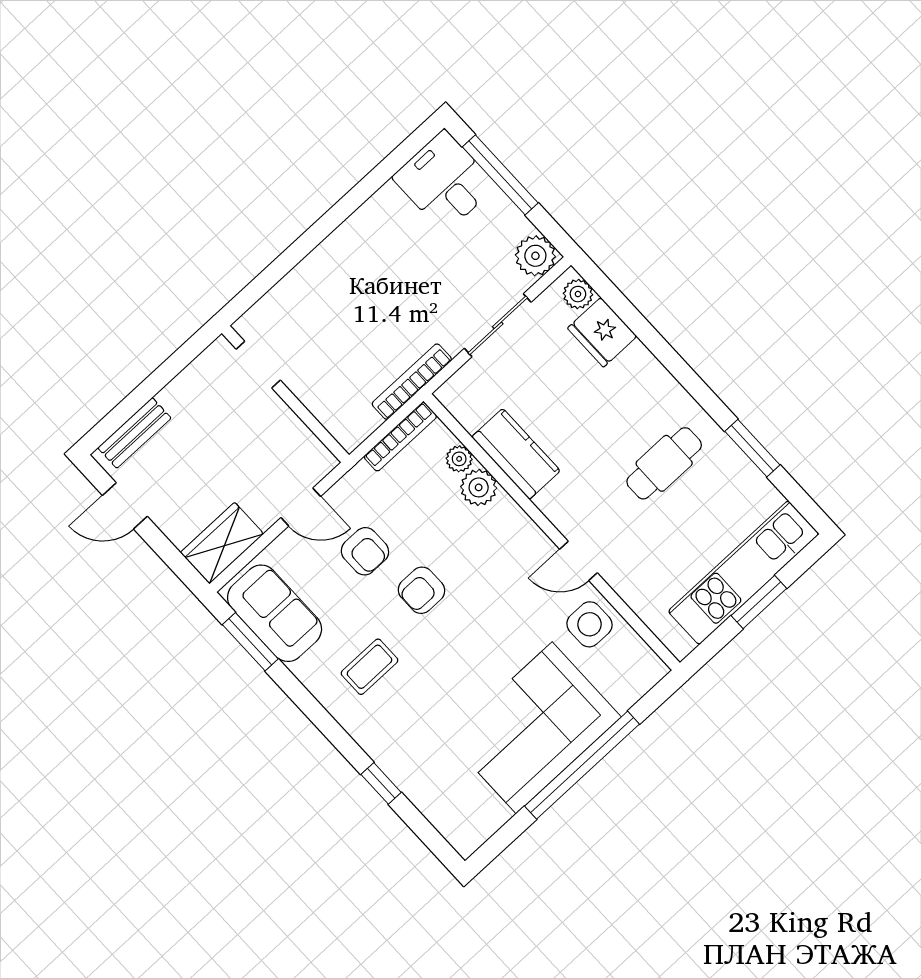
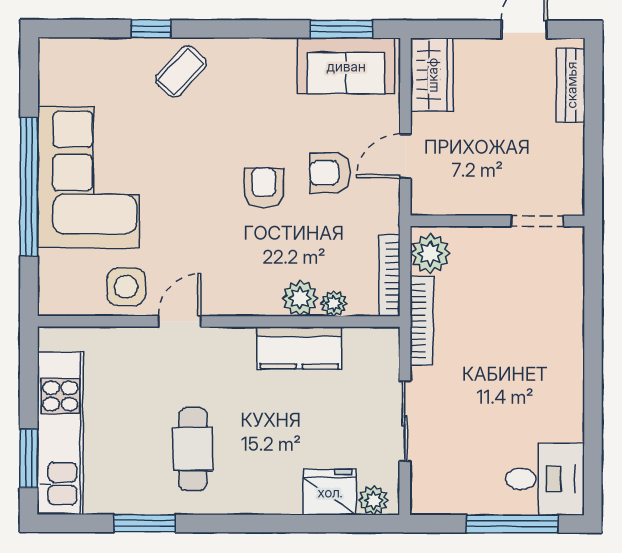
plant: (535, 256) -> (430, 254), moved
window: (759, 602) -> (29, 458), moved
coffee table: (369, 667) -> (181, 71), moved, turned 43

